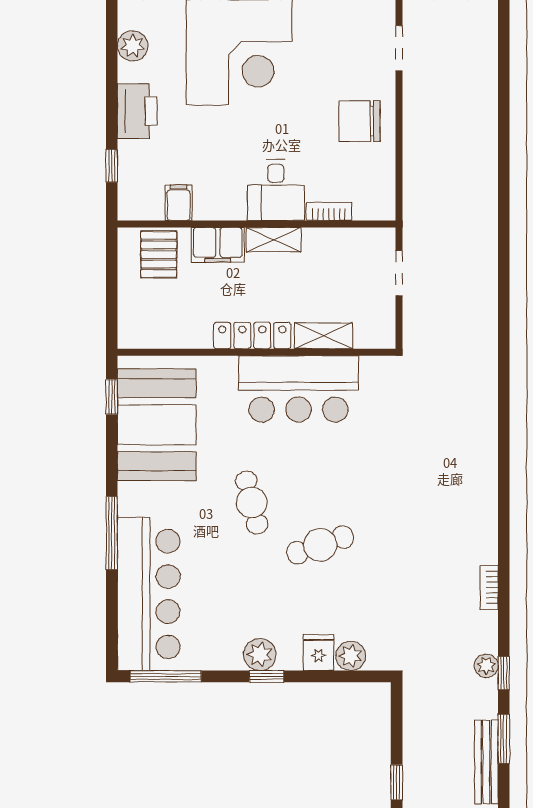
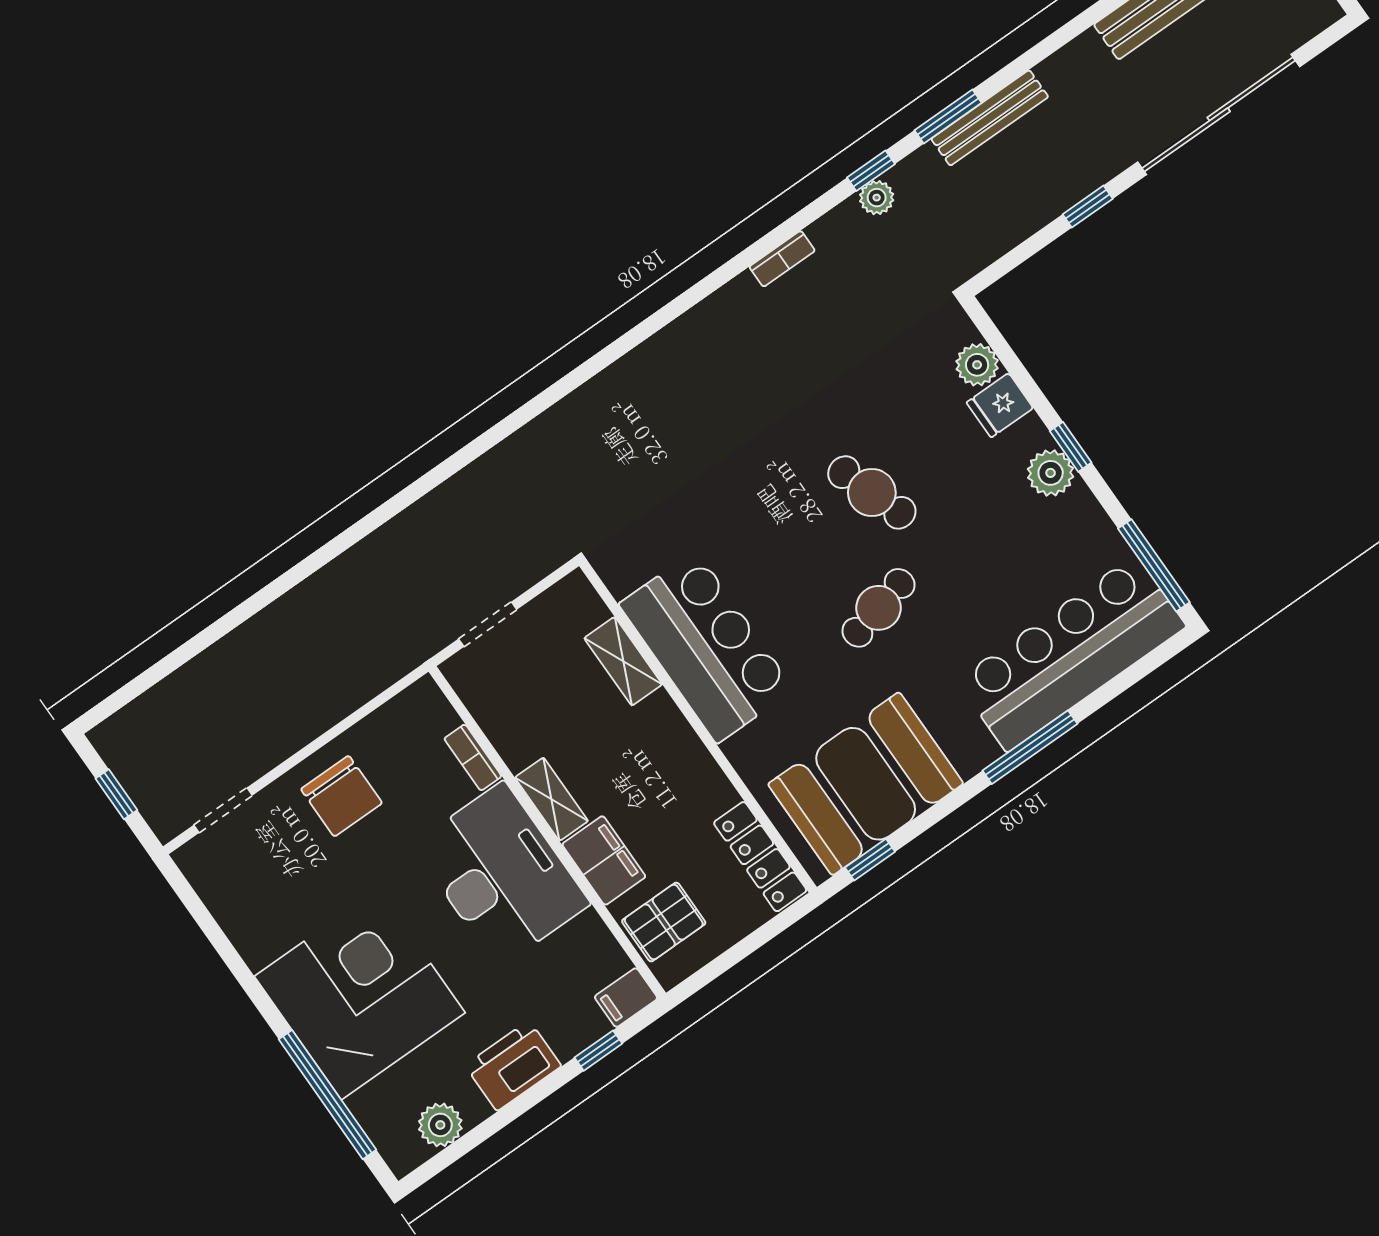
desk: (276, 190) -> (501, 875), width x1.87, depth x1.30
filing cabinet: (179, 203) -> (626, 998), moved
locker: (252, 336) -> (760, 857), moved

